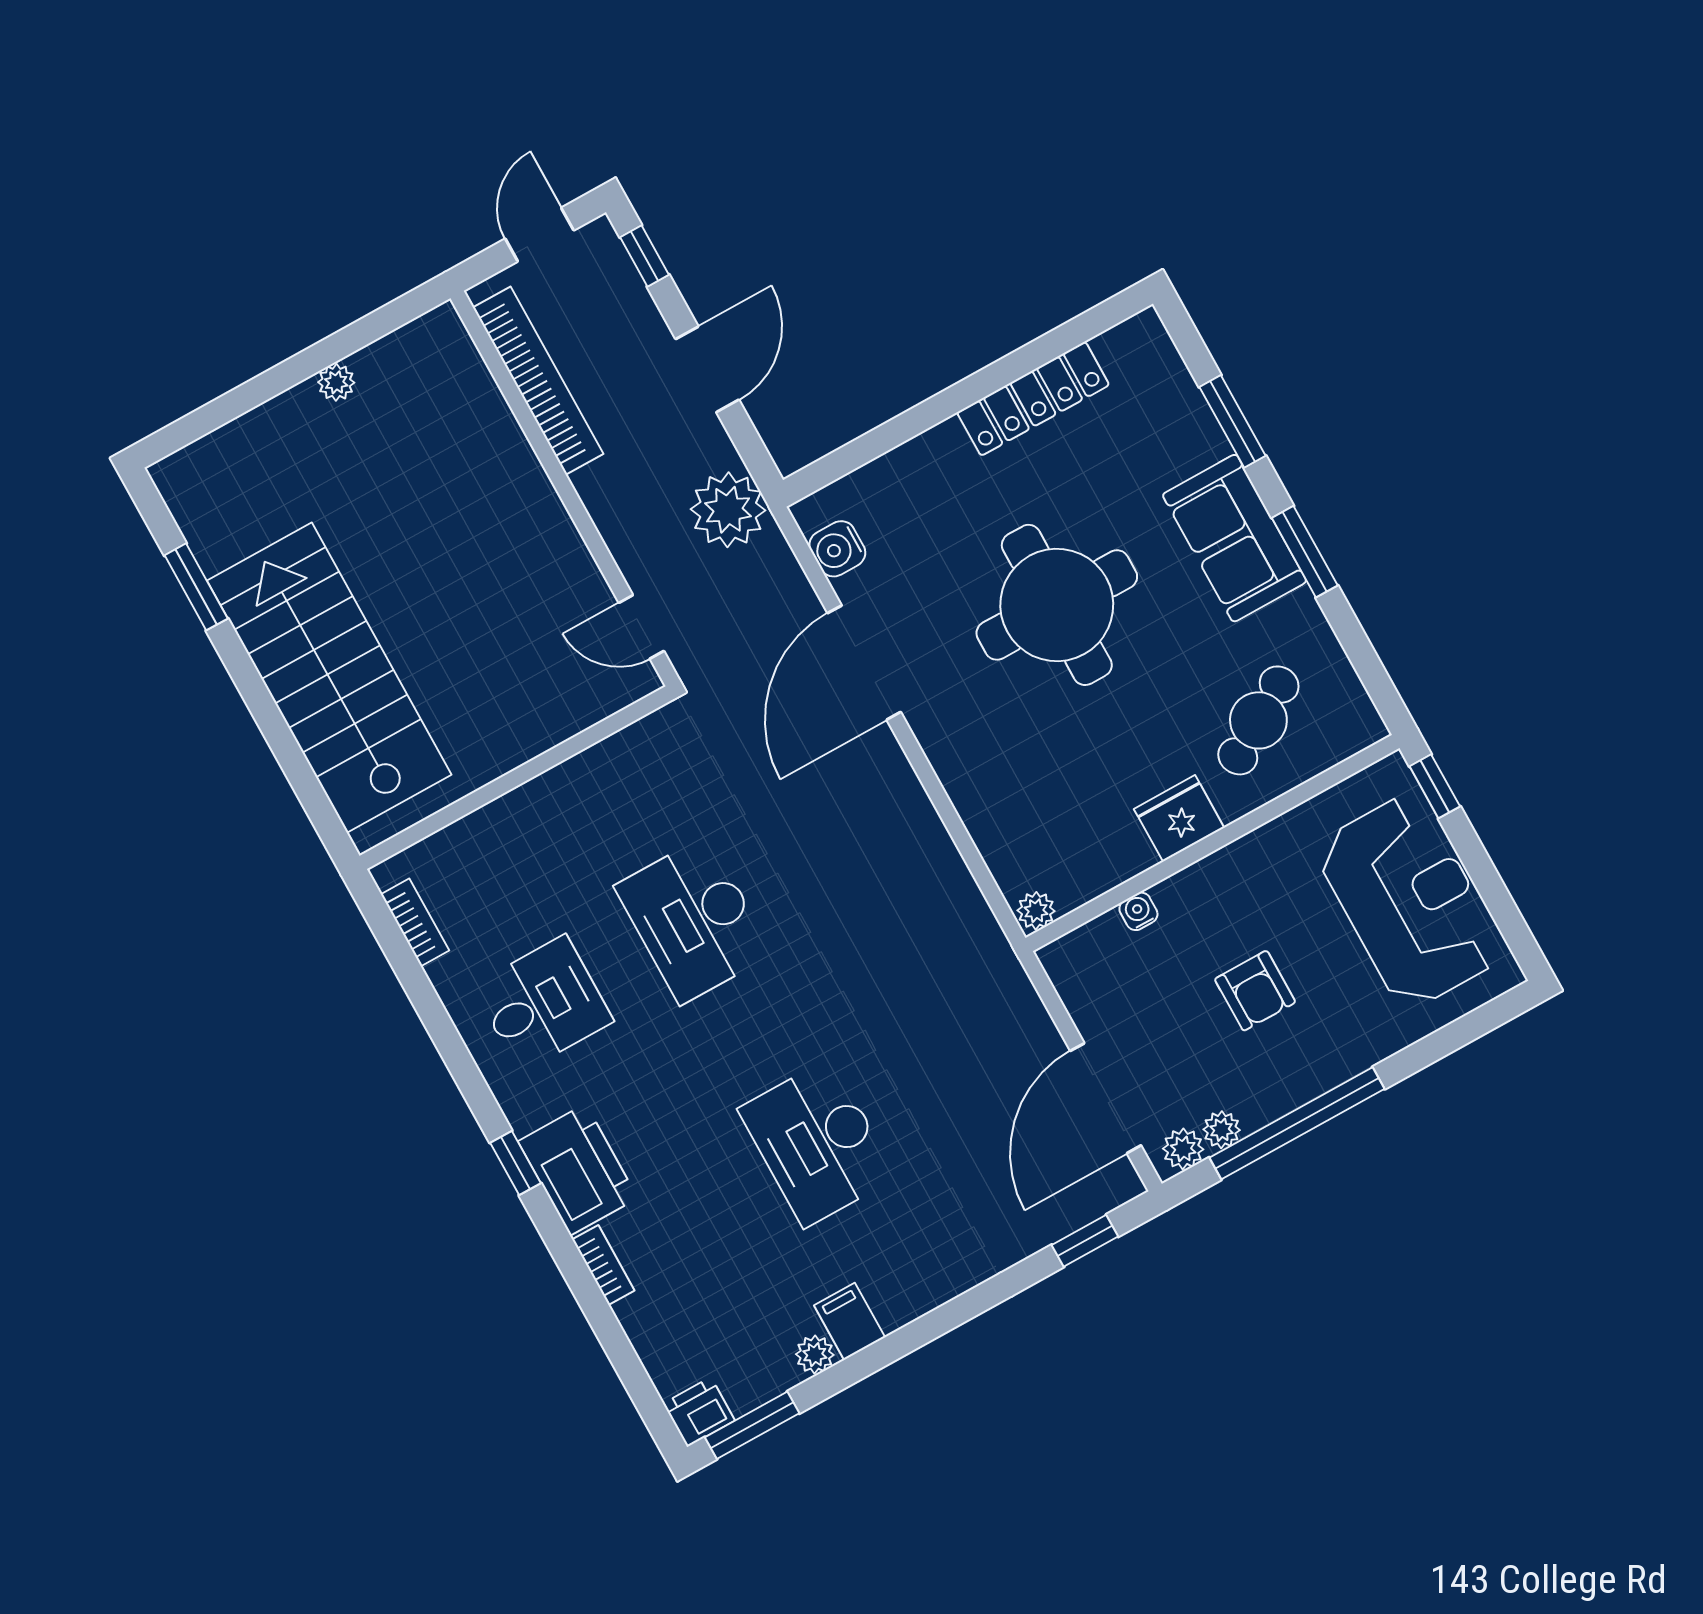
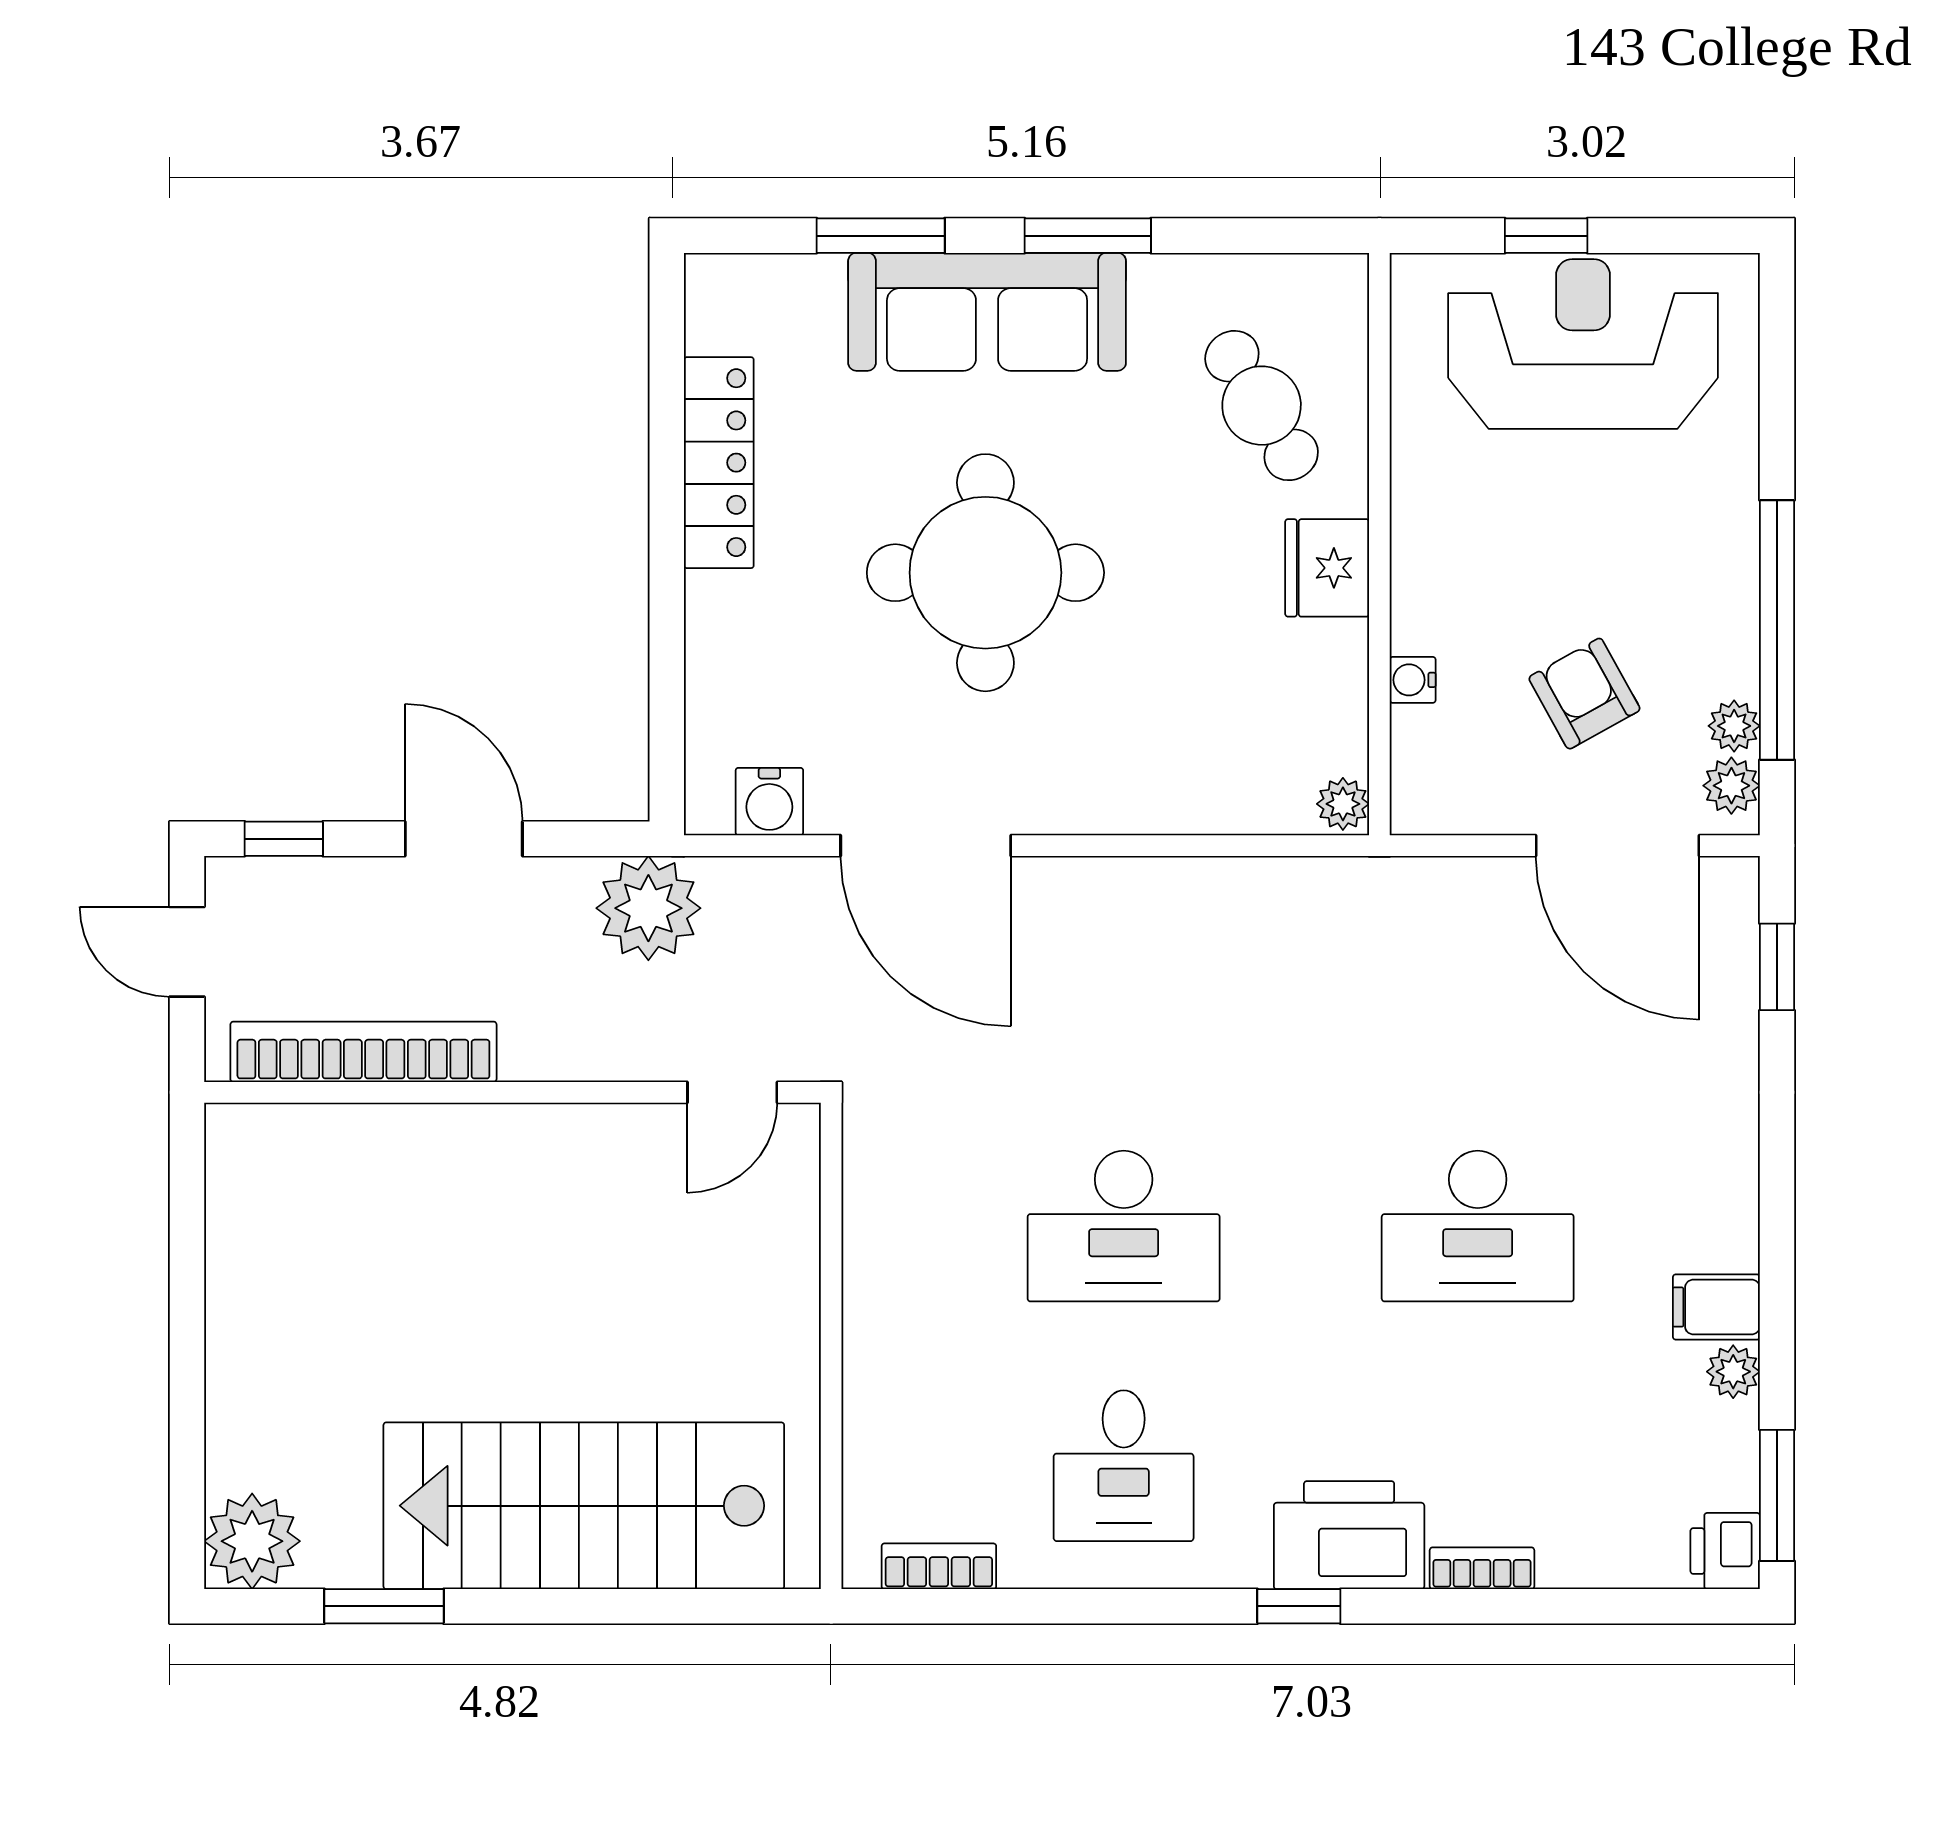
plant: (336, 382) -> (252, 1541), moved, width x1.88, depth x1.88
sofa: (1234, 538) -> (987, 312), width x1.36
window: (1435, 786) -> (1546, 236), moved
armchair: (1255, 991) -> (1584, 694), moved, turned -119
desk: (543, 1004) -> (1124, 1466), turned 180

